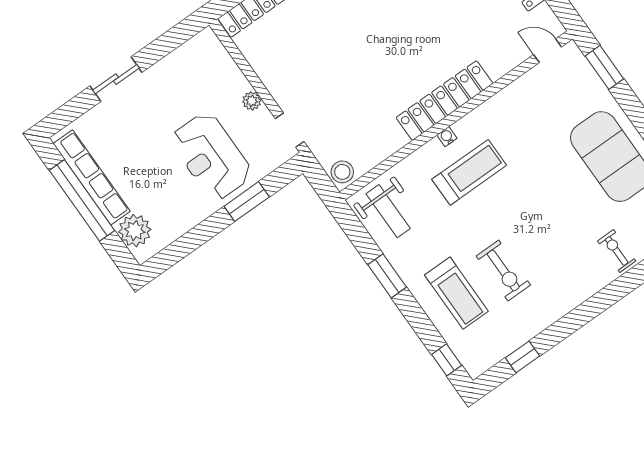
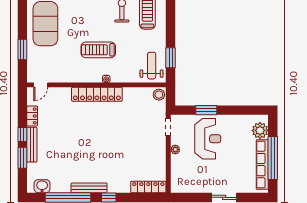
door: (548, 51) -> (41, 85), hinge flipped
window: (604, 67) -> (22, 49), moved
treadmill: (469, 172) -> (98, 50), moved
window: (387, 276) -> (171, 58), moved

